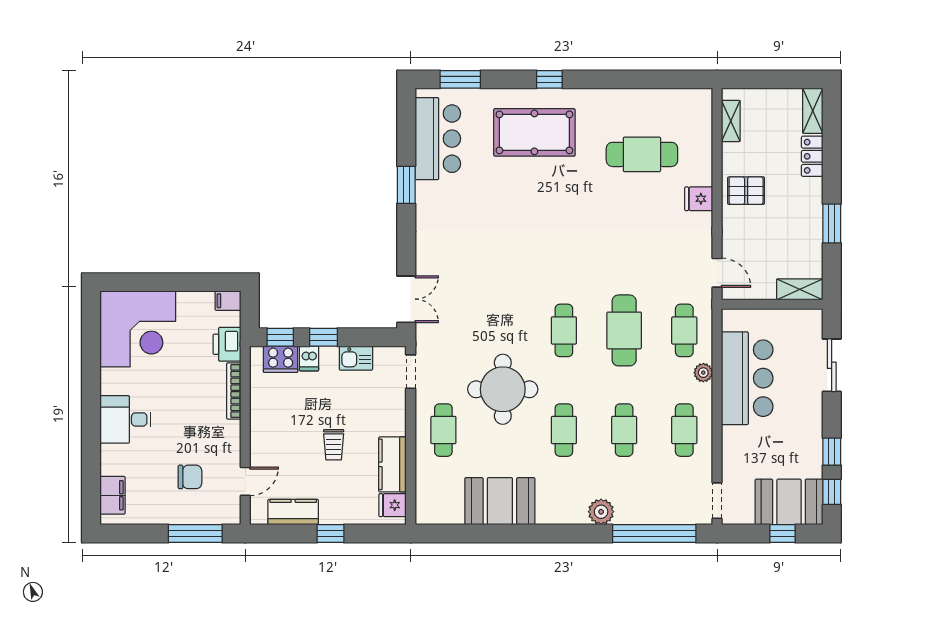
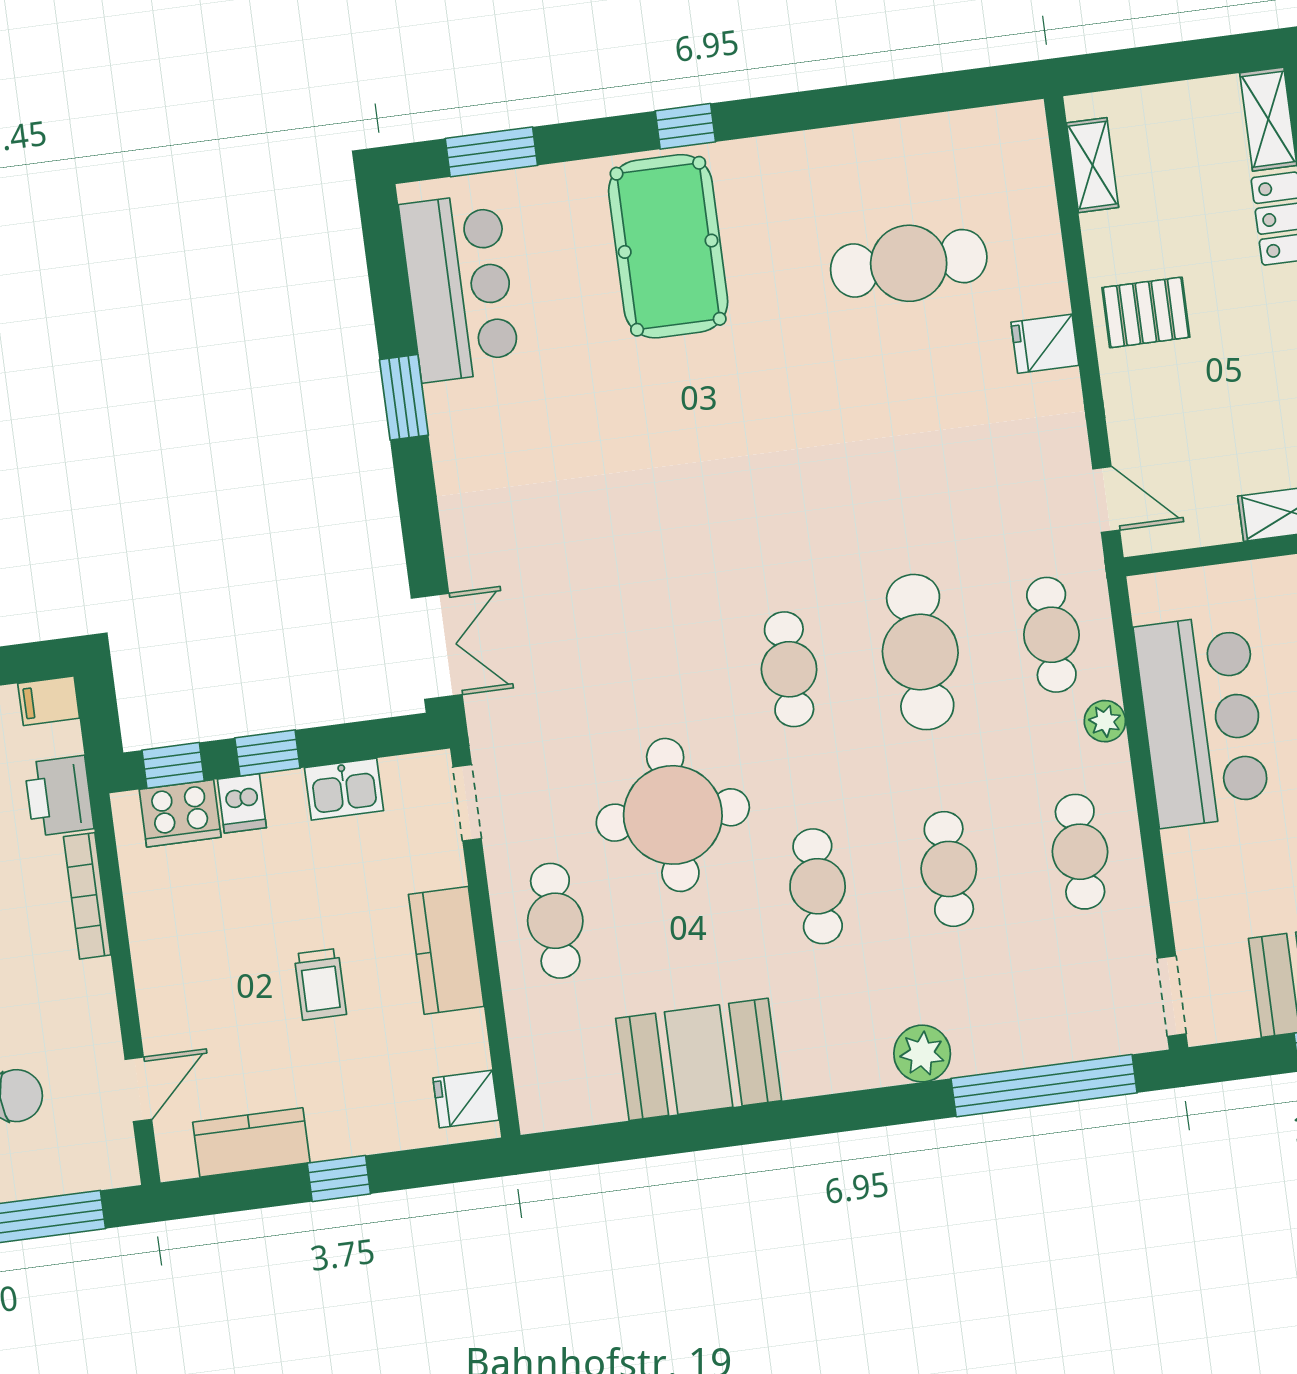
pool table: (534, 132) -> (668, 246), turned 90
kitchen counter: (392, 464) -> (446, 950), moved

